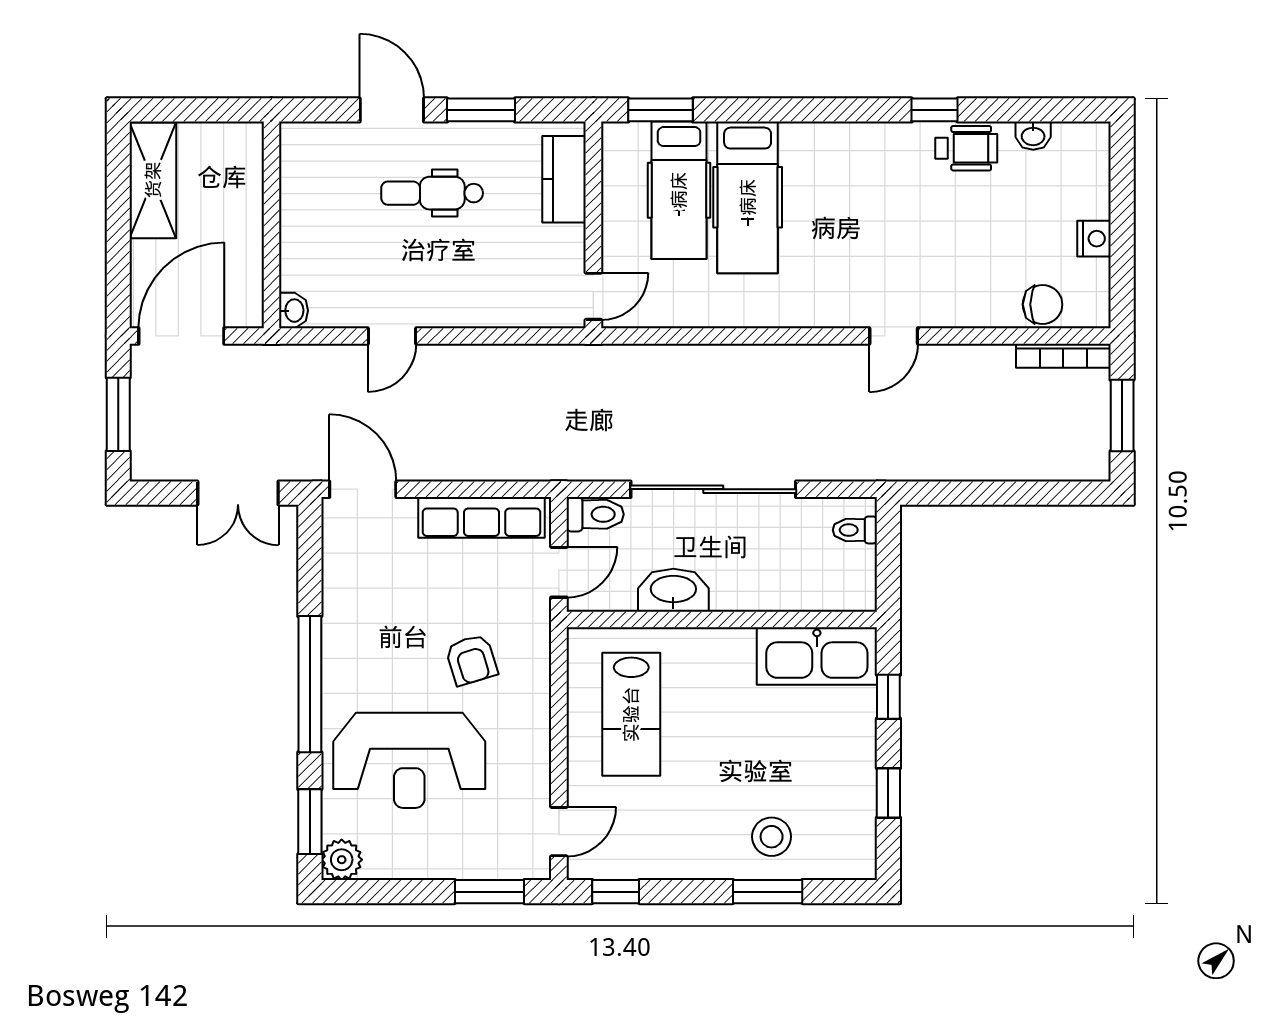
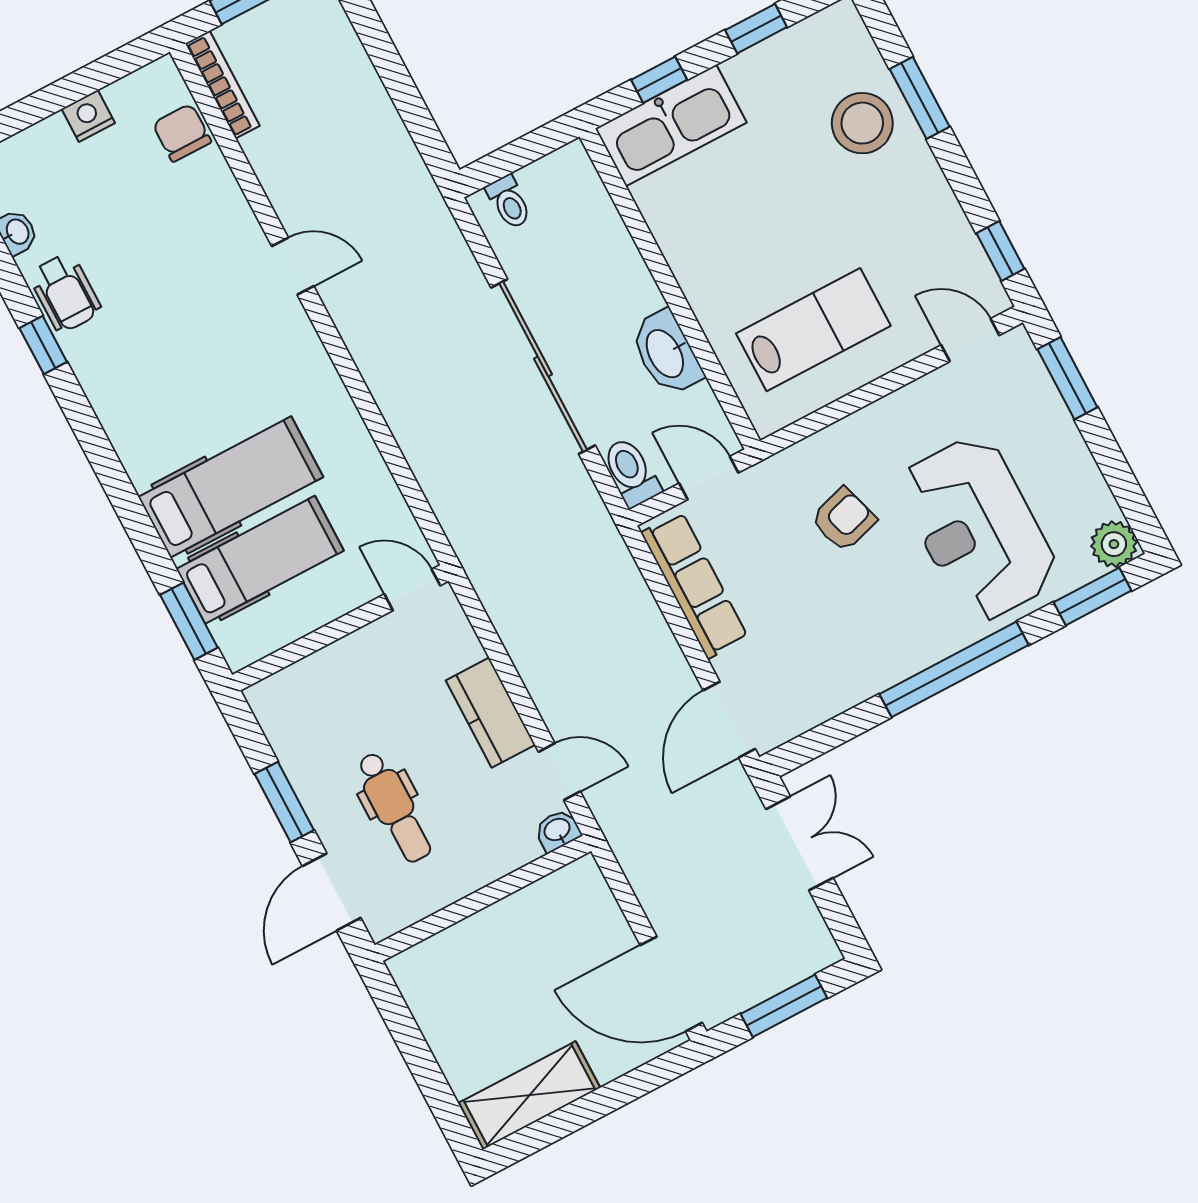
wheelchair: (966, 148) -> (65, 293), turned 180
kitchen counter: (564, 179) -> (490, 713), moved, turned 90
wall: (272, 225) -> (483, 898), moved
washbasin: (294, 311) -> (557, 830), moved
kitchen sink: (817, 656) -> (671, 125), moved, turned 90
reception desk: (409, 760) -> (978, 529), turned 180
stool: (772, 837) -> (862, 123), width x1.38, depth x1.38

